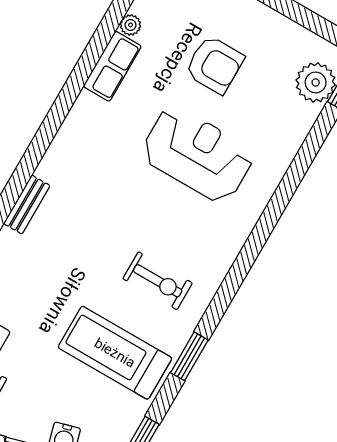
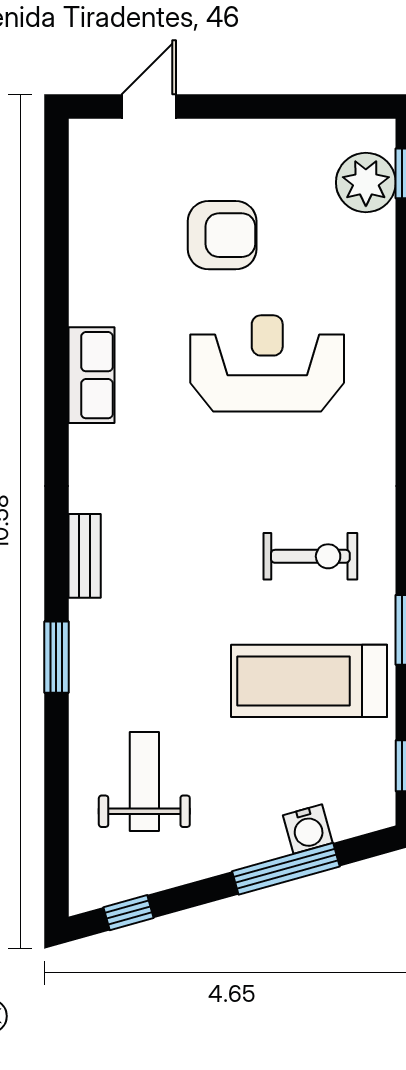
plant: (130, 25) -> (84, 247), removed
row of seats: (112, 66) -> (92, 375), moved

